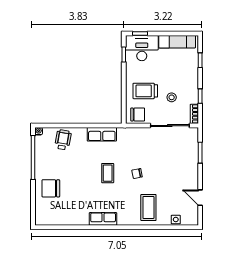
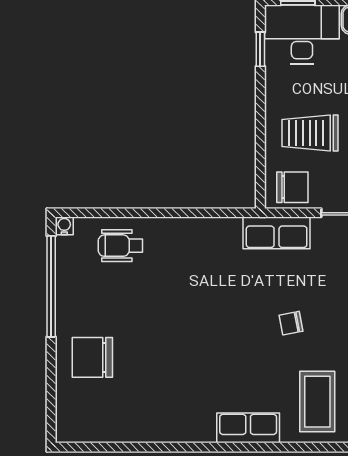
row of seats: (102, 134) -> (277, 233), moved
wheelchair: (63, 140) -> (120, 246), turned -100
coffee table: (108, 173) -> (223, 322), removed
row of seats: (103, 219) -> (248, 428), moved

